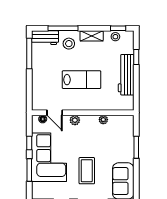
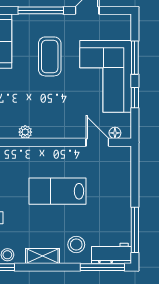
window: (63, 28) -> (102, 267), moved
plant: (75, 120) -> (67, 131), removed

